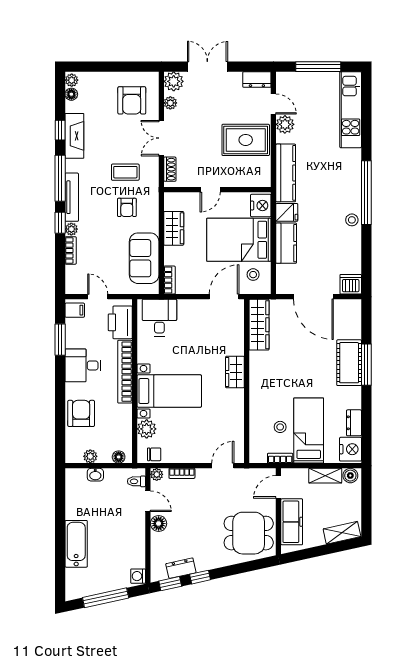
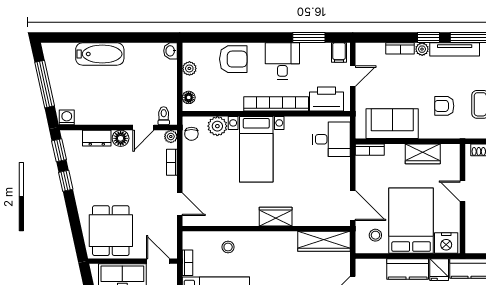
stool: (280, 427) -> (228, 247), moved
washbasin: (95, 475) -> (171, 51), moved
dresser: (181, 568) -> (97, 138), moved, turned 102

